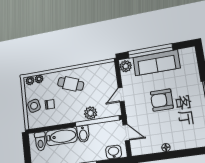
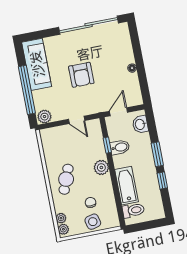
sofa: (156, 63) -> (37, 64), moved
plant: (91, 113) -> (101, 168), moved
window: (97, 121) -> (107, 145), width x0.32
bidet: (83, 134) -> (120, 147), moved

